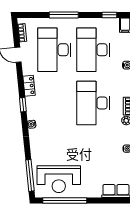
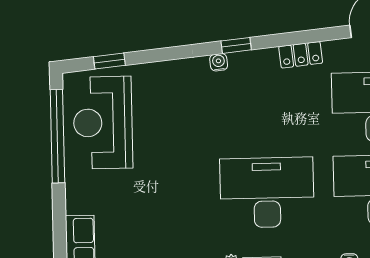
window: (23, 105) -> (236, 45), moved
window: (30, 175) -> (109, 61), width x0.46

